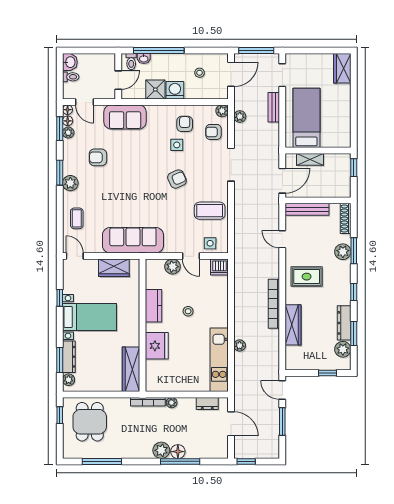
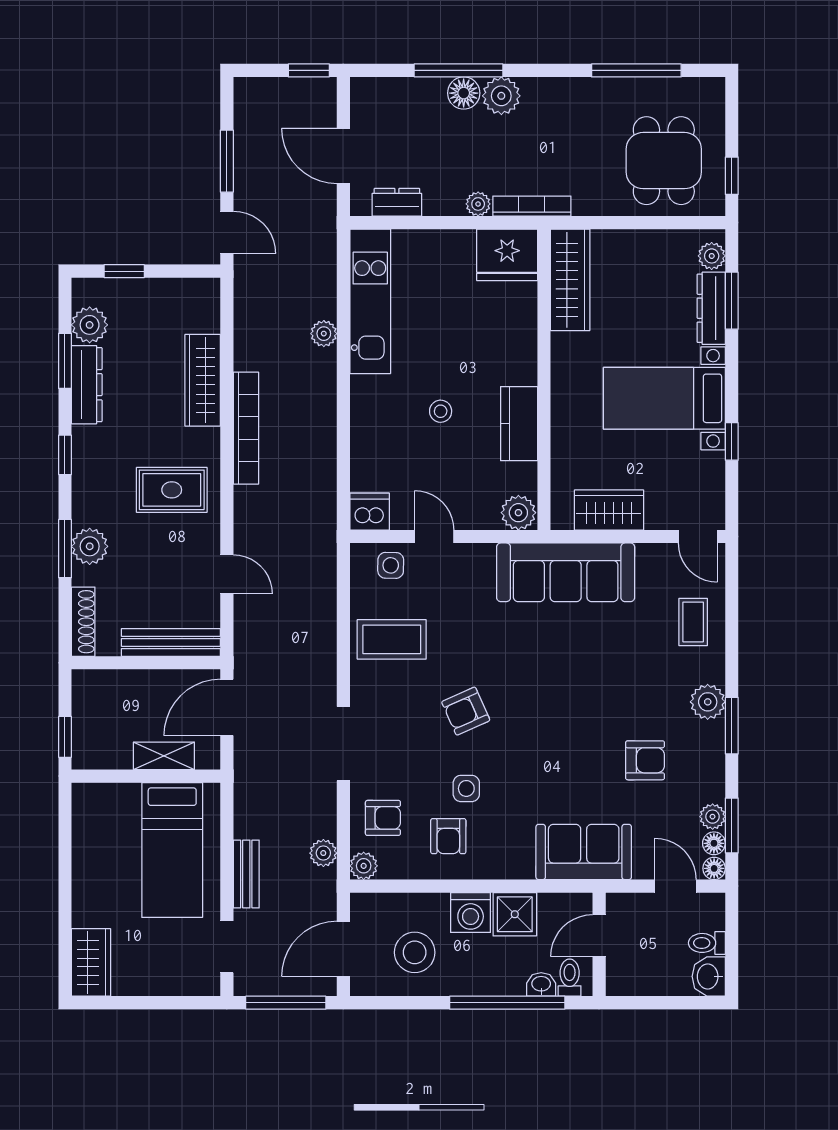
stool: (200, 73) -> (415, 952), width x1.89, depth x1.89
plant: (172, 267) -> (518, 513), moved
fridge: (157, 346) -> (507, 255), moved, turned -90

